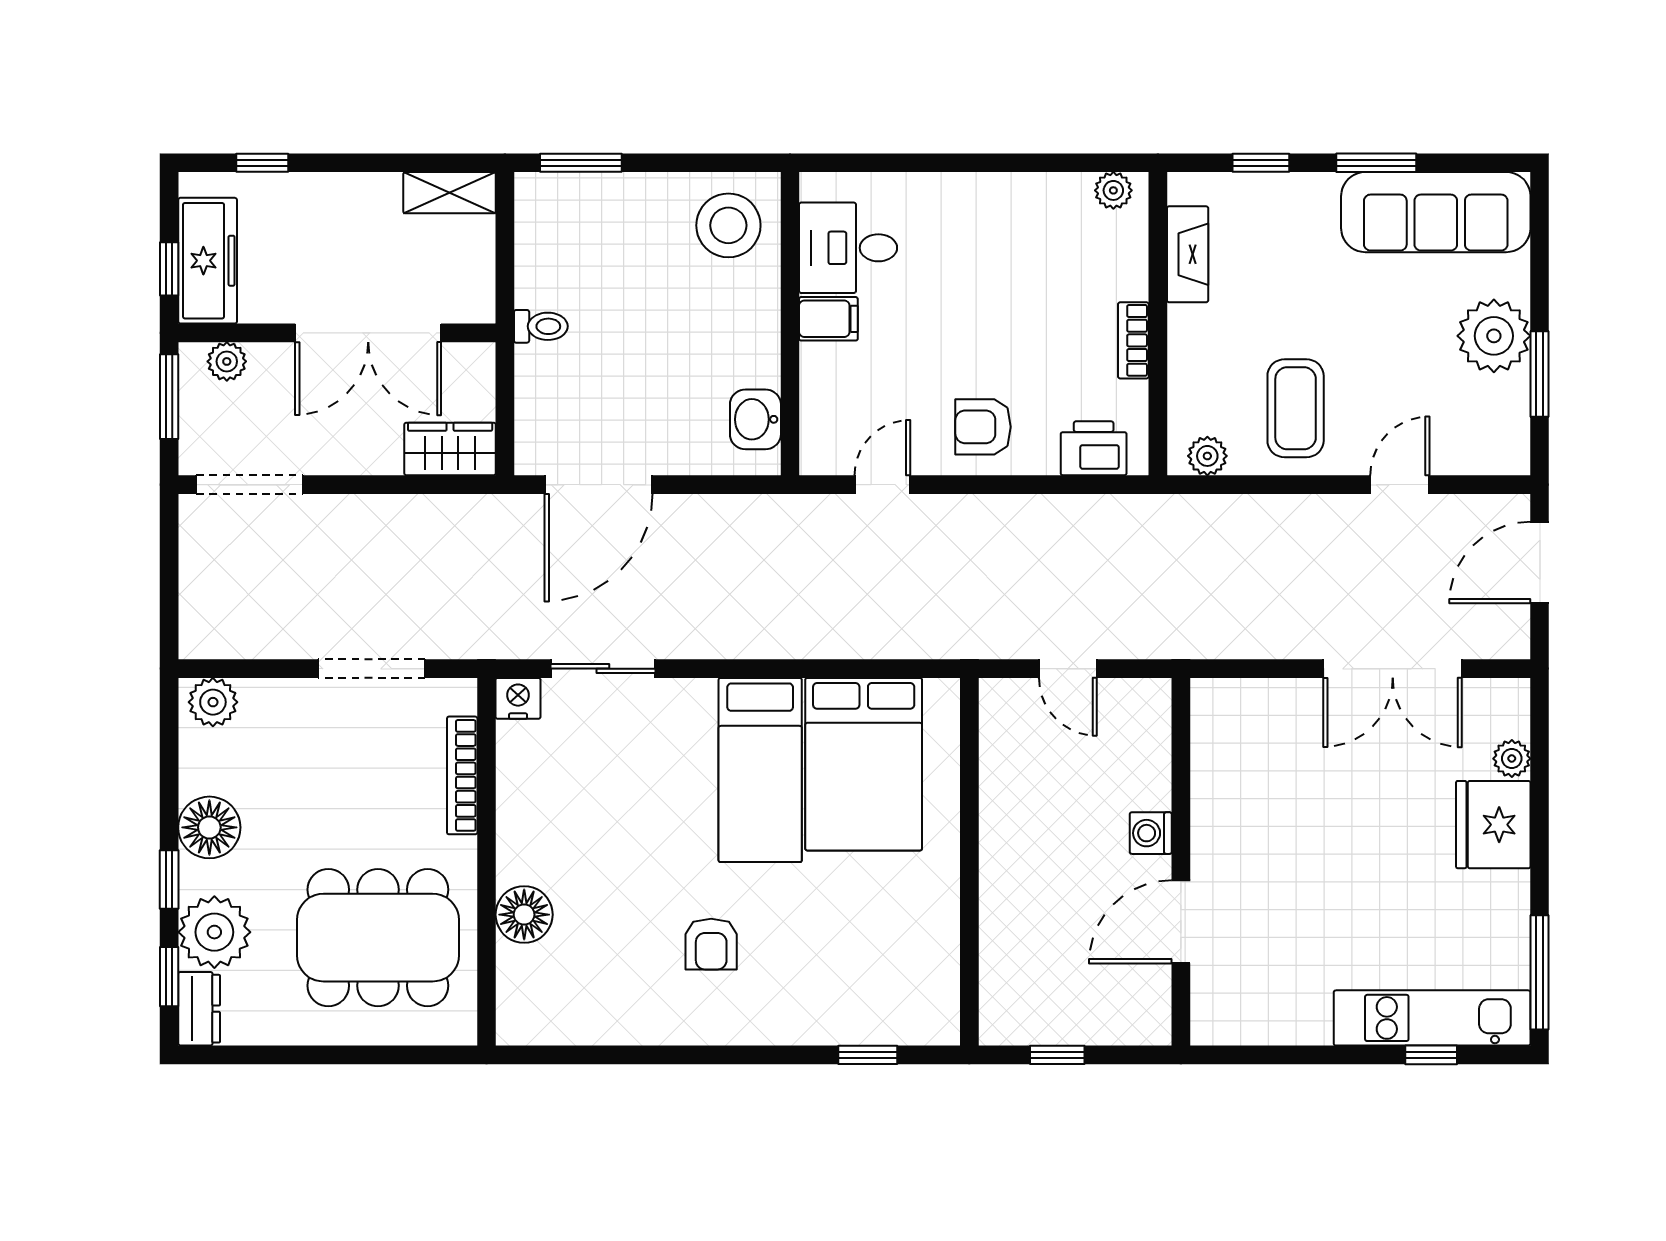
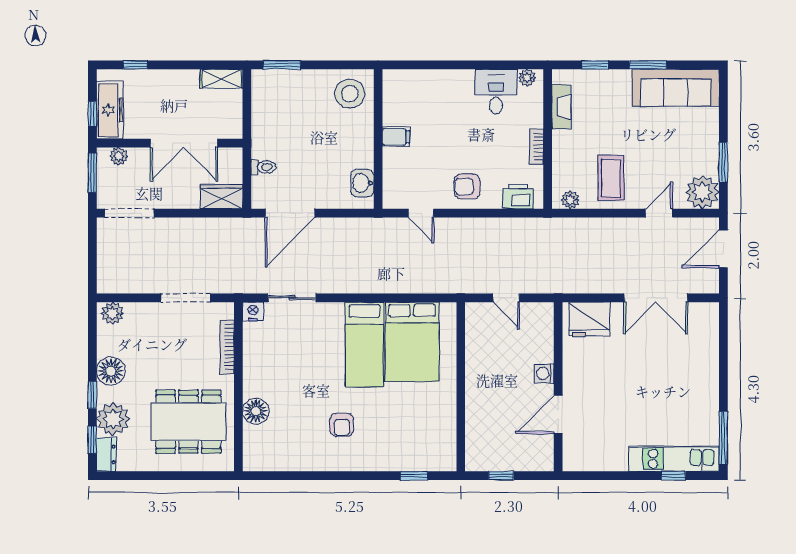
desk: (848, 248) -> (496, 92), moved, turned 90
toilet: (541, 326) -> (263, 167), moved
plant: (1494, 336) -> (702, 192), moved
door: (882, 485) -> (421, 213), swing flipped
plant: (1512, 759) -> (711, 339), removed
fridge: (1493, 825) -> (589, 319), moved, turned -90

